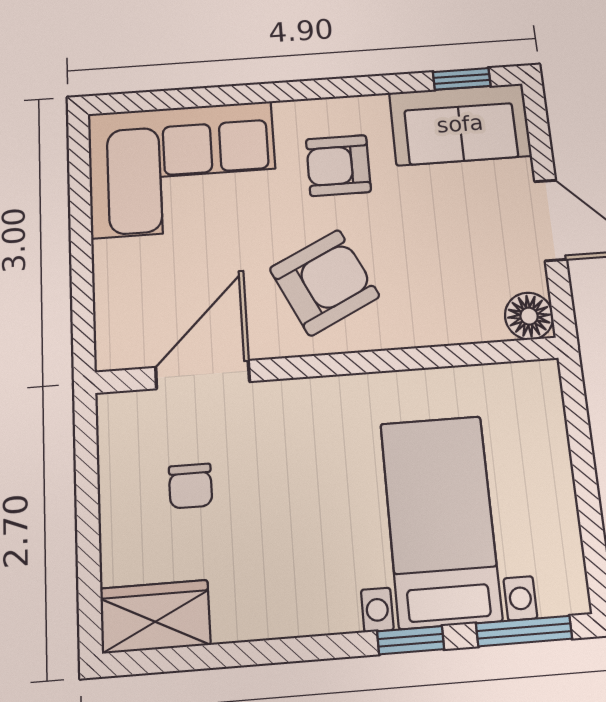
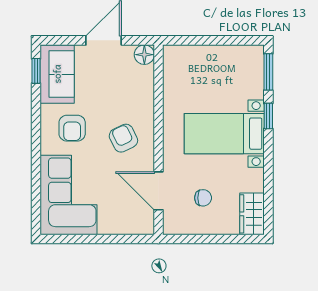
armchair: (324, 282) -> (123, 138), width x0.72, depth x0.72
bed with nightstands: (440, 521) -> (224, 134), moved

